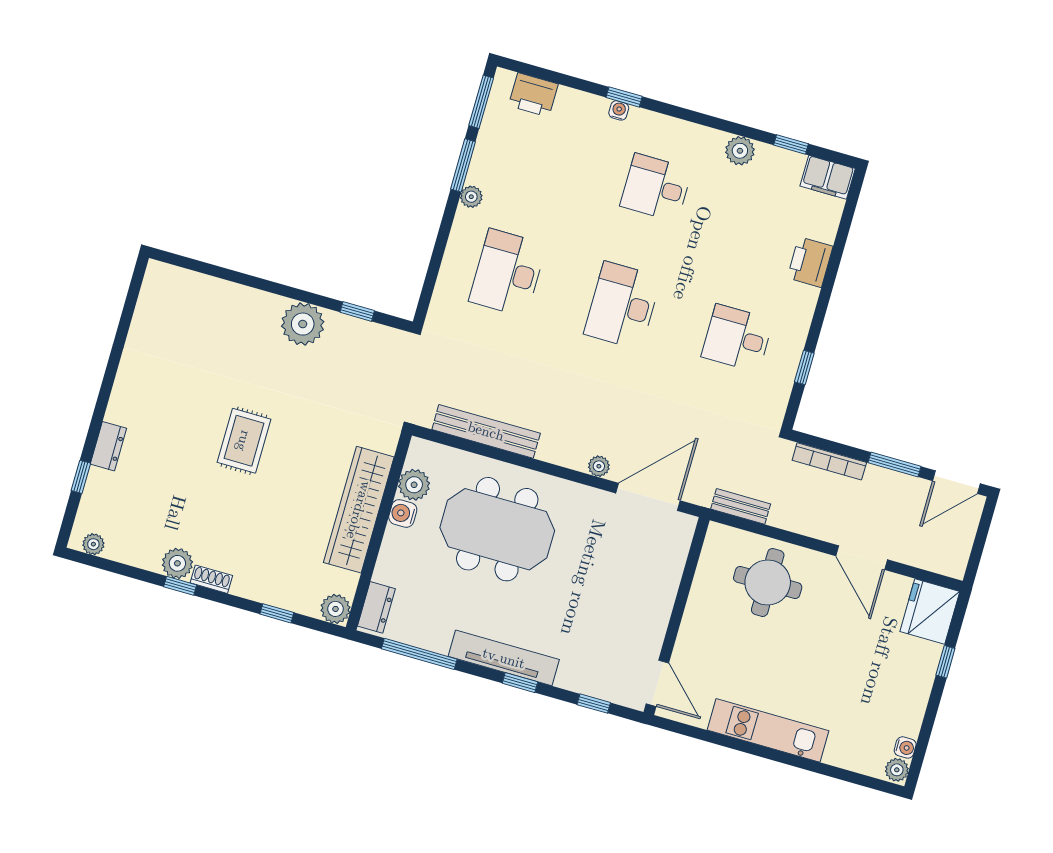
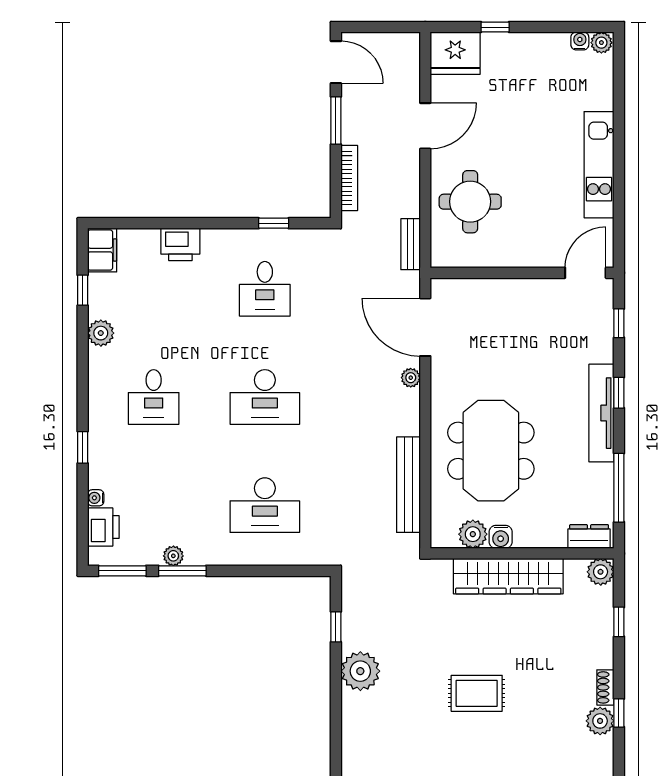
water cooler: (619, 110) -> (96, 498), moved
plant: (471, 197) -> (173, 556), moved

